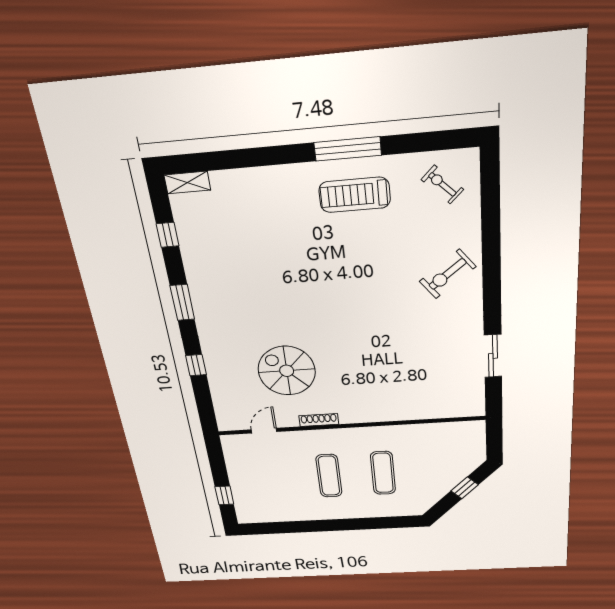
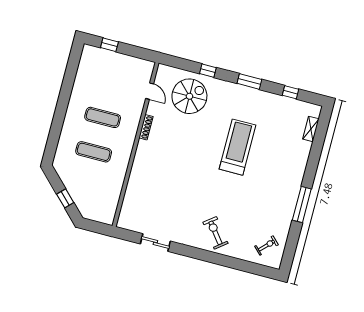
shelving: (187, 182) -> (311, 129), moved
treadmill: (355, 195) -> (237, 147), moved, width x1.37, depth x1.38
spiral stairs: (287, 371) -> (189, 96), moved

